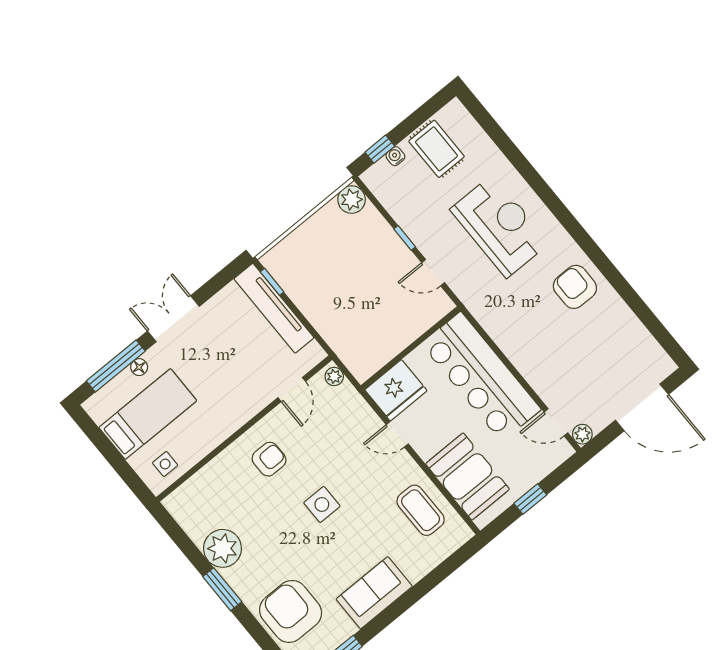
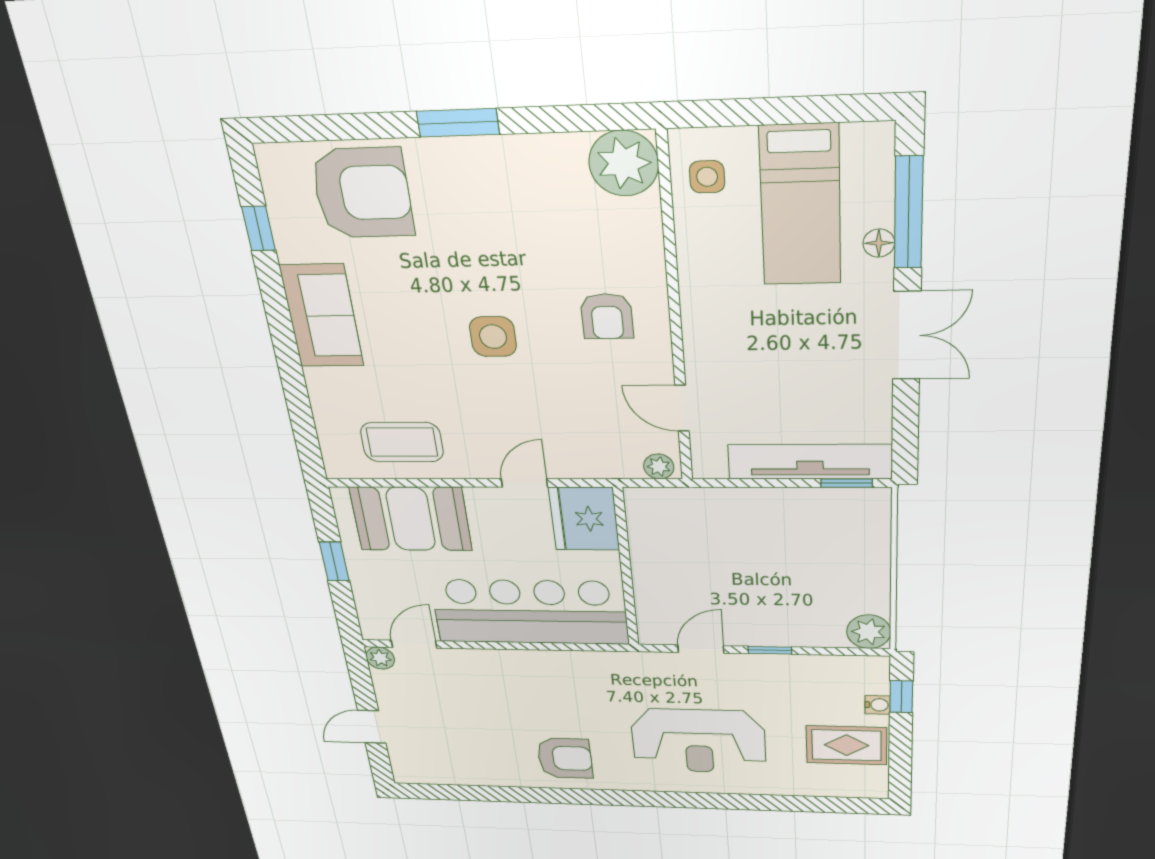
door: (642, 407) -> (372, 727), width x0.53
plant: (222, 548) -> (624, 163), moved

